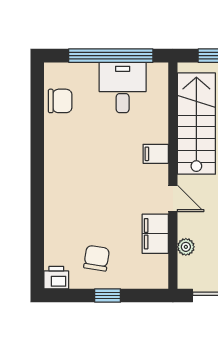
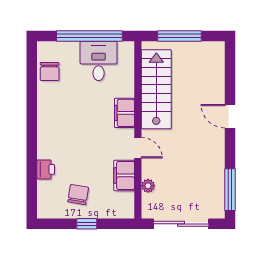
chair: (60, 101) -> (50, 71), turned 90
filing cabinet: (156, 154) -> (124, 113), width x2.00
printer: (56, 278) -> (46, 169), moved, turned 90

